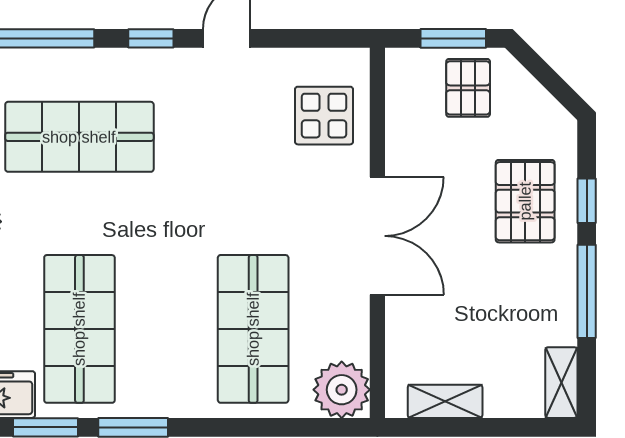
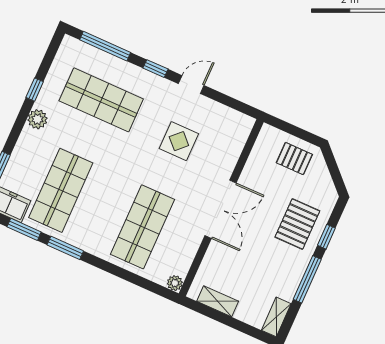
window: (453, 38) -> (298, 132), removed
pallet: (468, 88) -> (294, 159), turned 90
display table: (324, 116) -> (179, 141), moved
plant: (342, 390) -> (175, 283), width x0.53, depth x0.53

